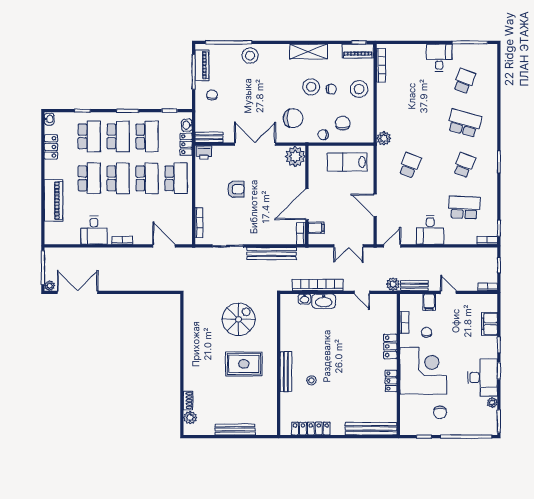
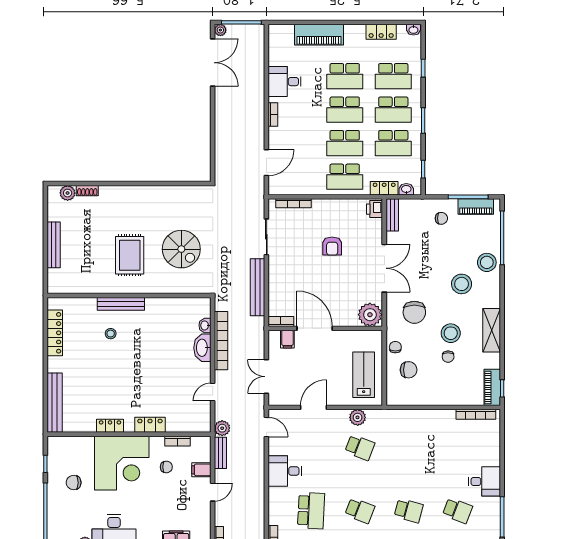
stool: (359, 89) -> (462, 284), moved
school desk: (464, 123) -> (409, 511), width x0.54
plant: (384, 138) -> (358, 417), moved

